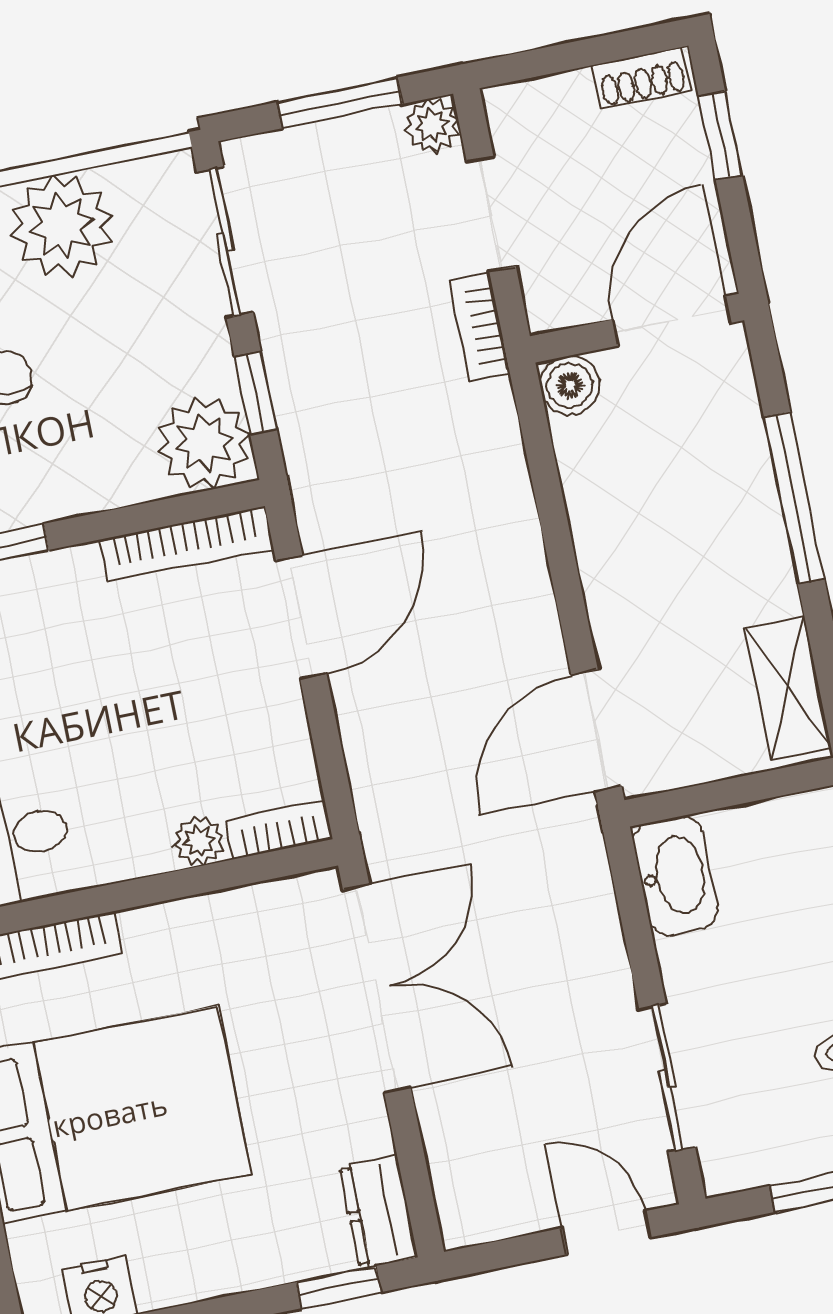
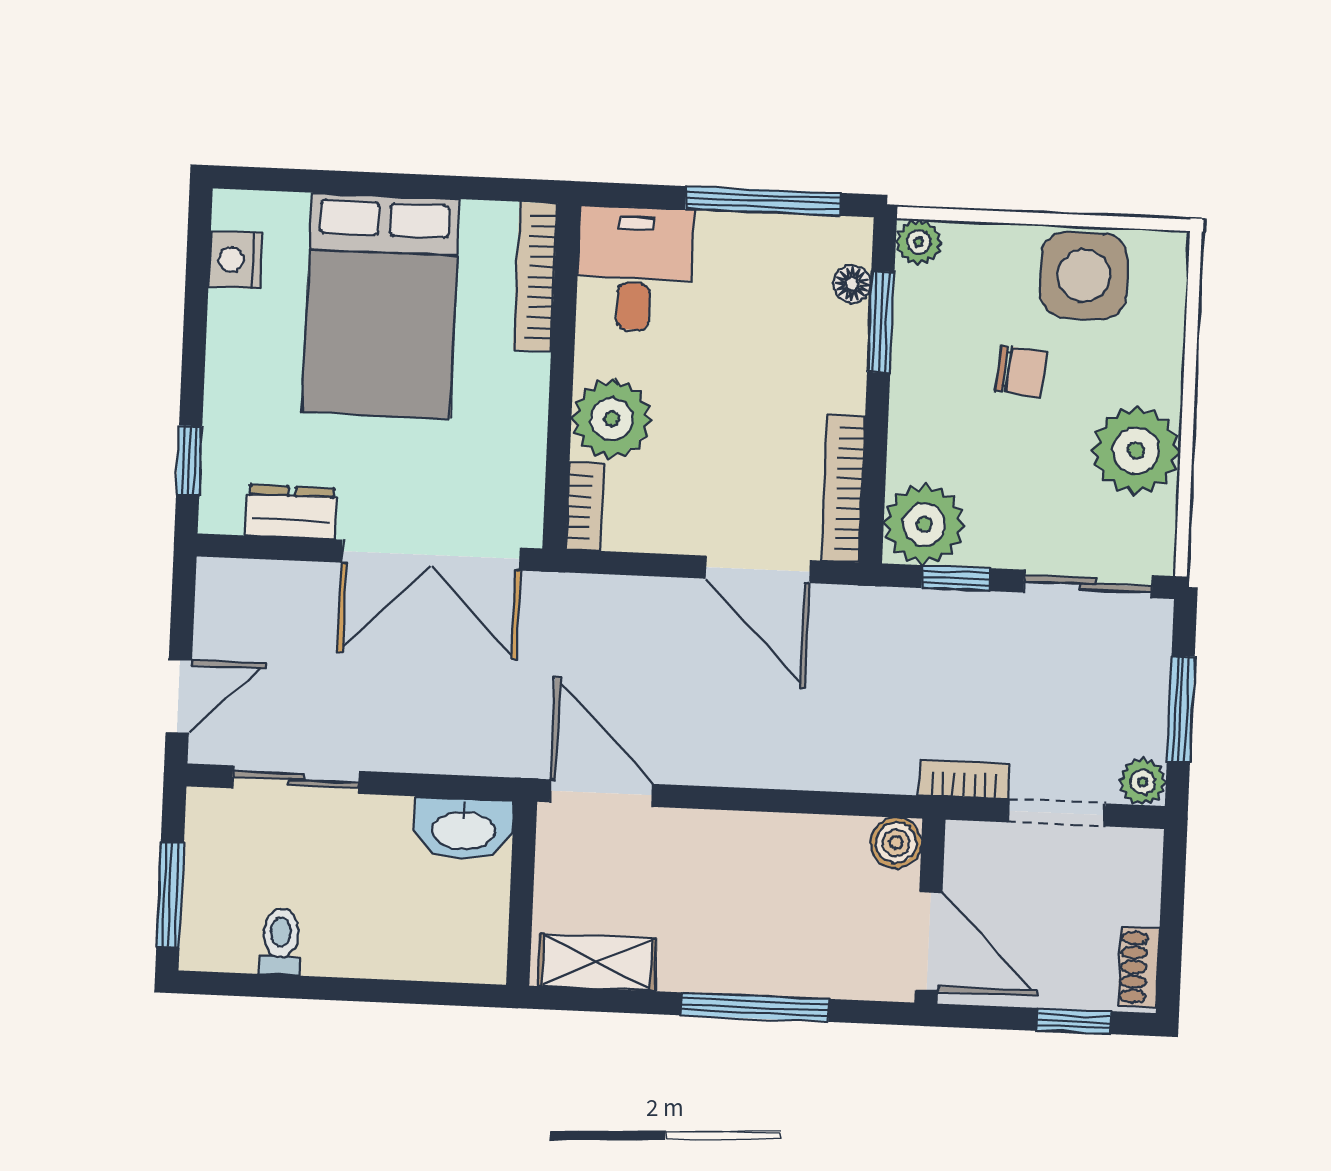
plant: (199, 841) -> (612, 419), width x1.88, depth x1.88
dresser: (379, 1212) -> (291, 512), moved

